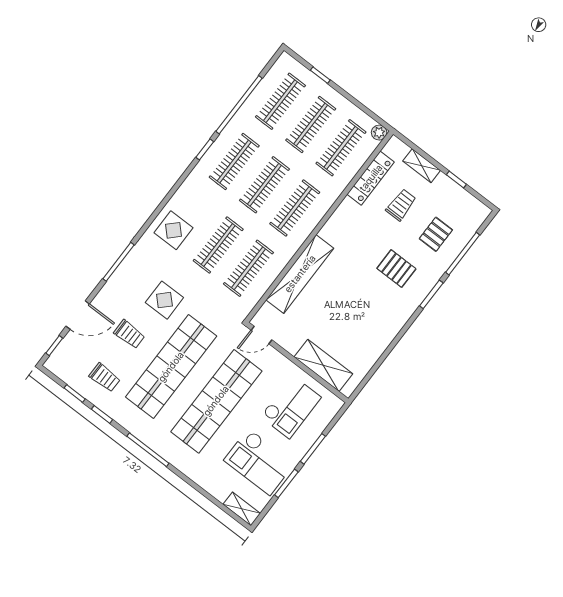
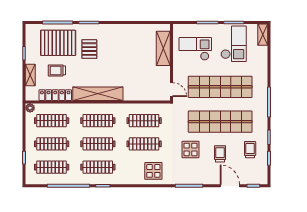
pallet: (436, 234) -> (58, 43), width x2.05, depth x2.00
shelving: (300, 274) -> (98, 94), moved

